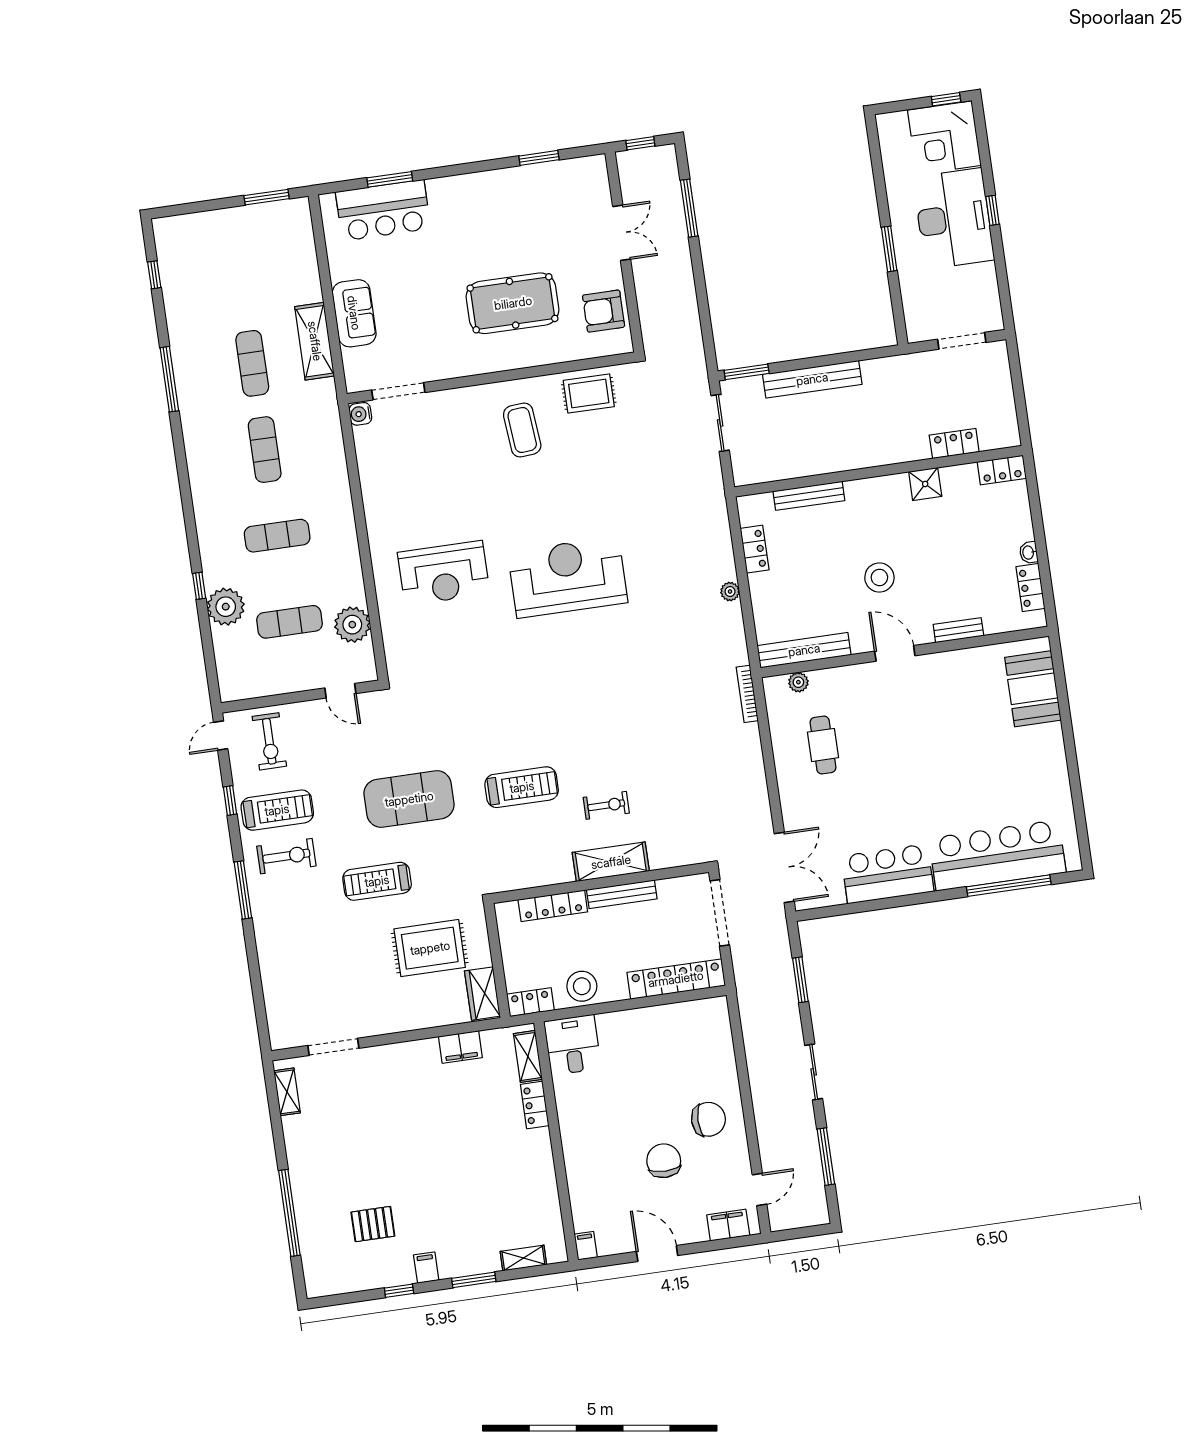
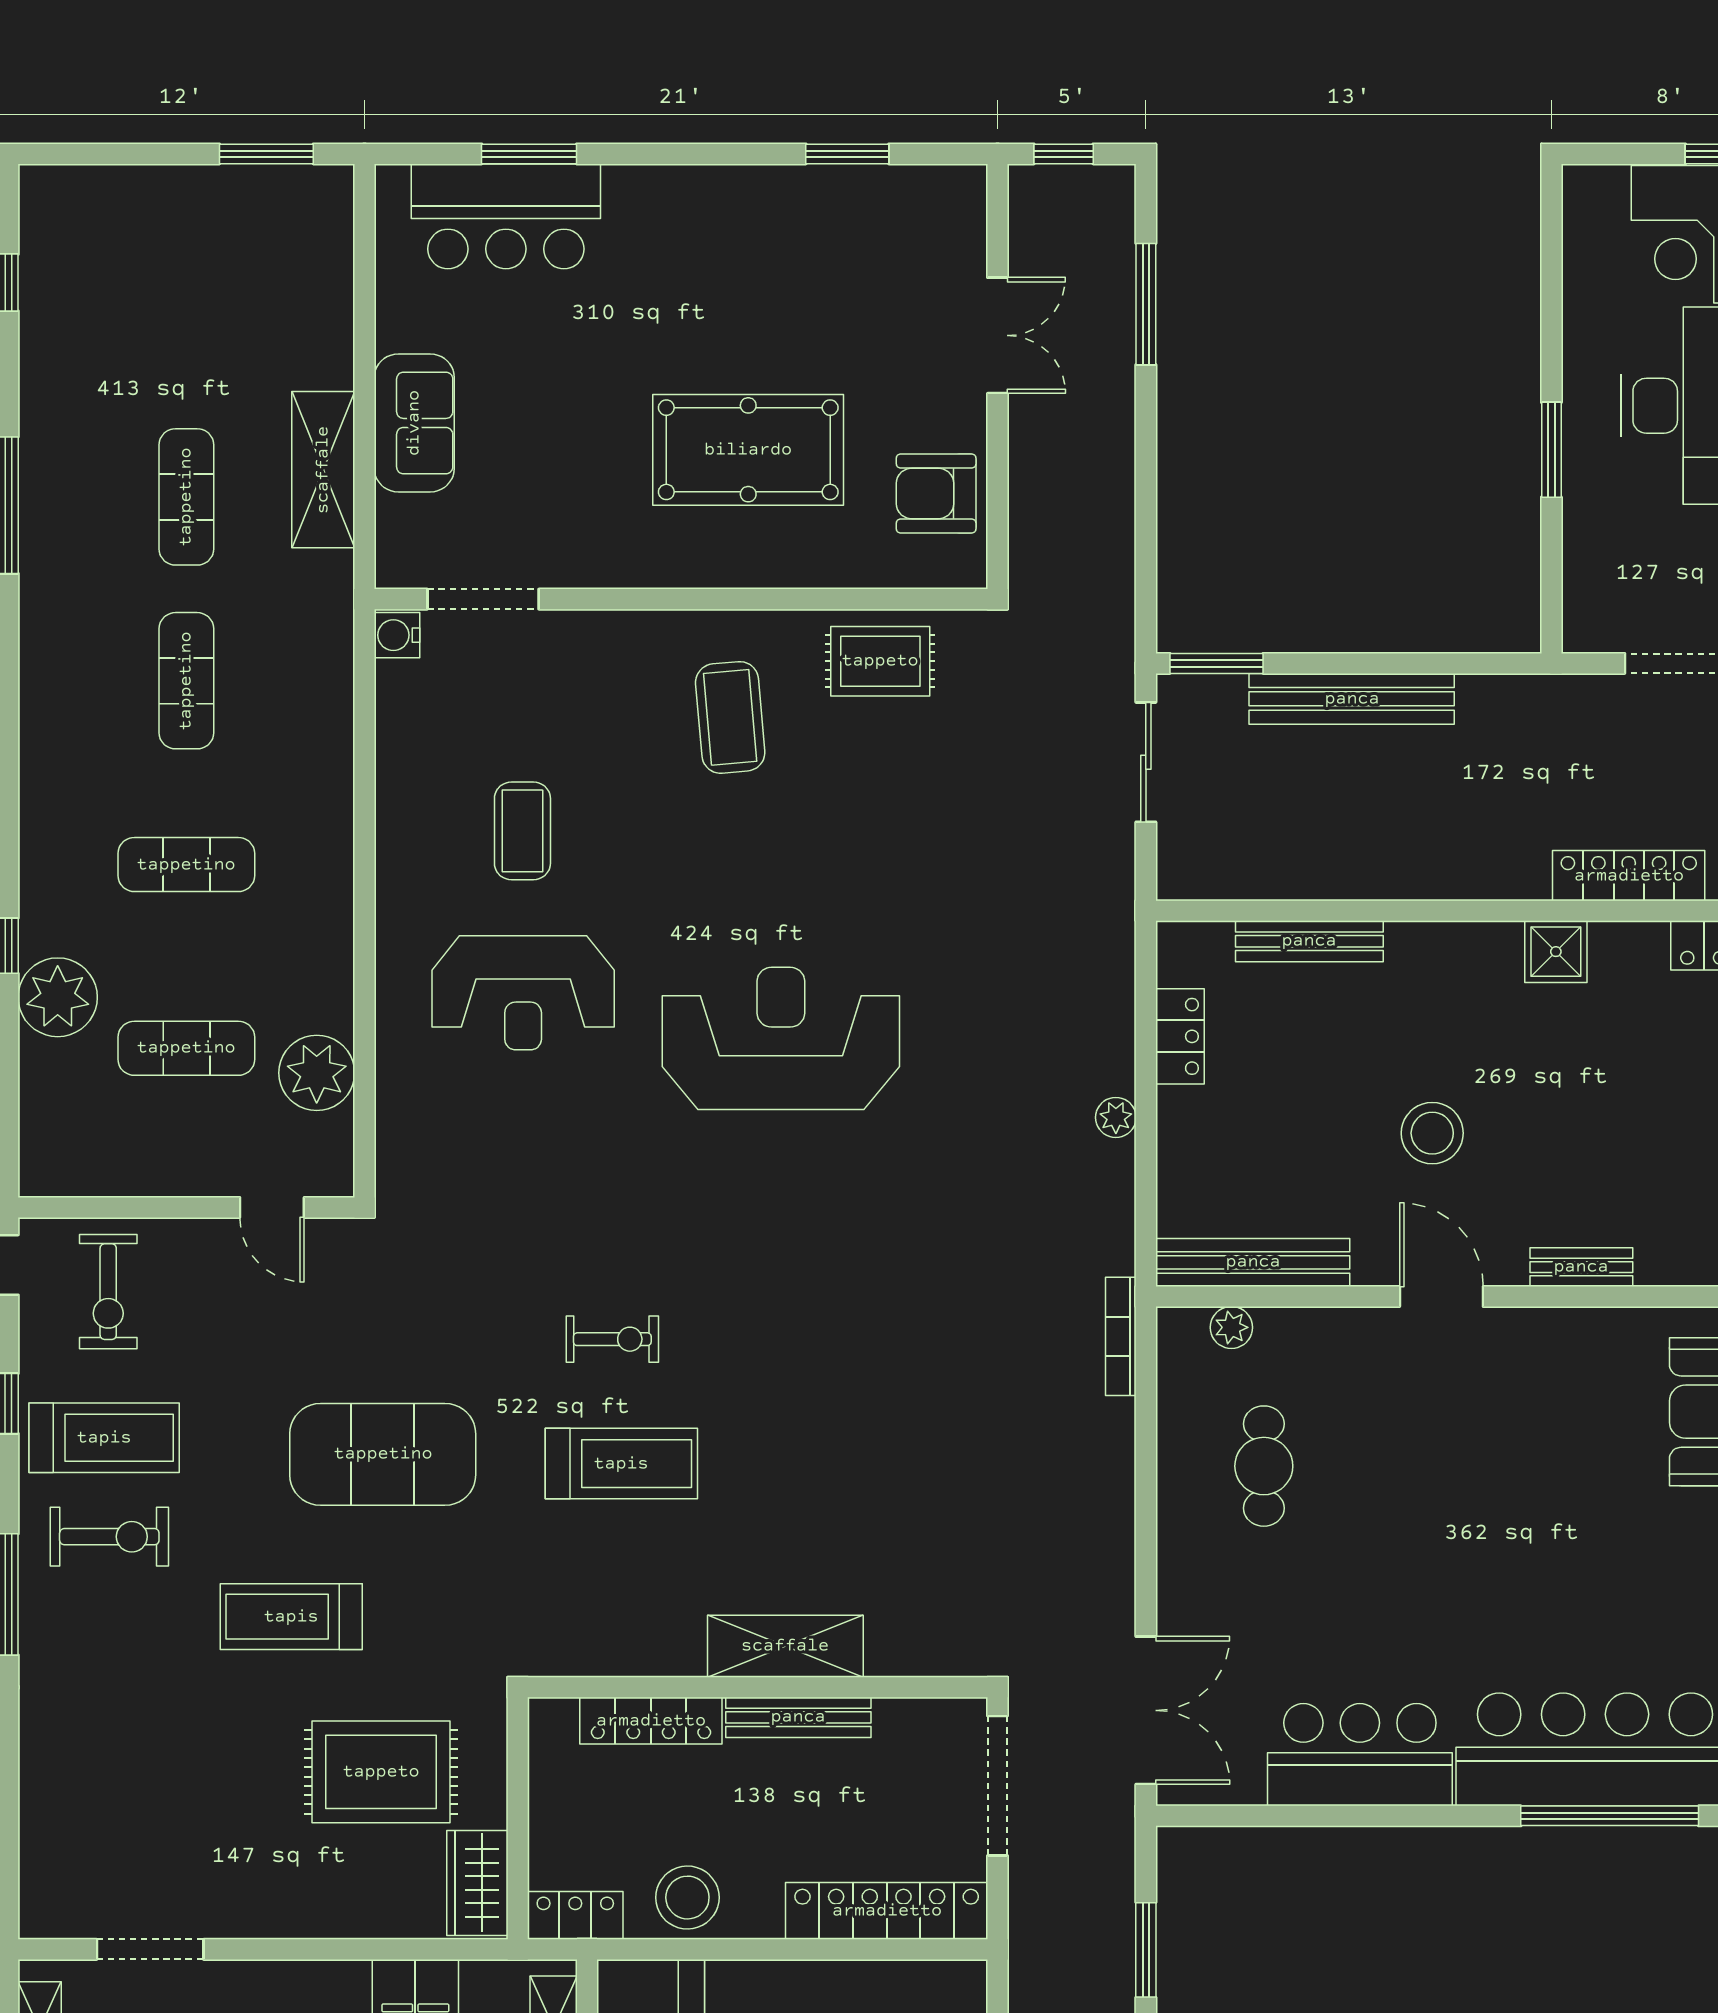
locker: (954, 443) -> (1629, 876), width x1.53
coffee table: (432, 497) -> (522, 831), added
exercise bike: (606, 805) -> (612, 1339), moved

